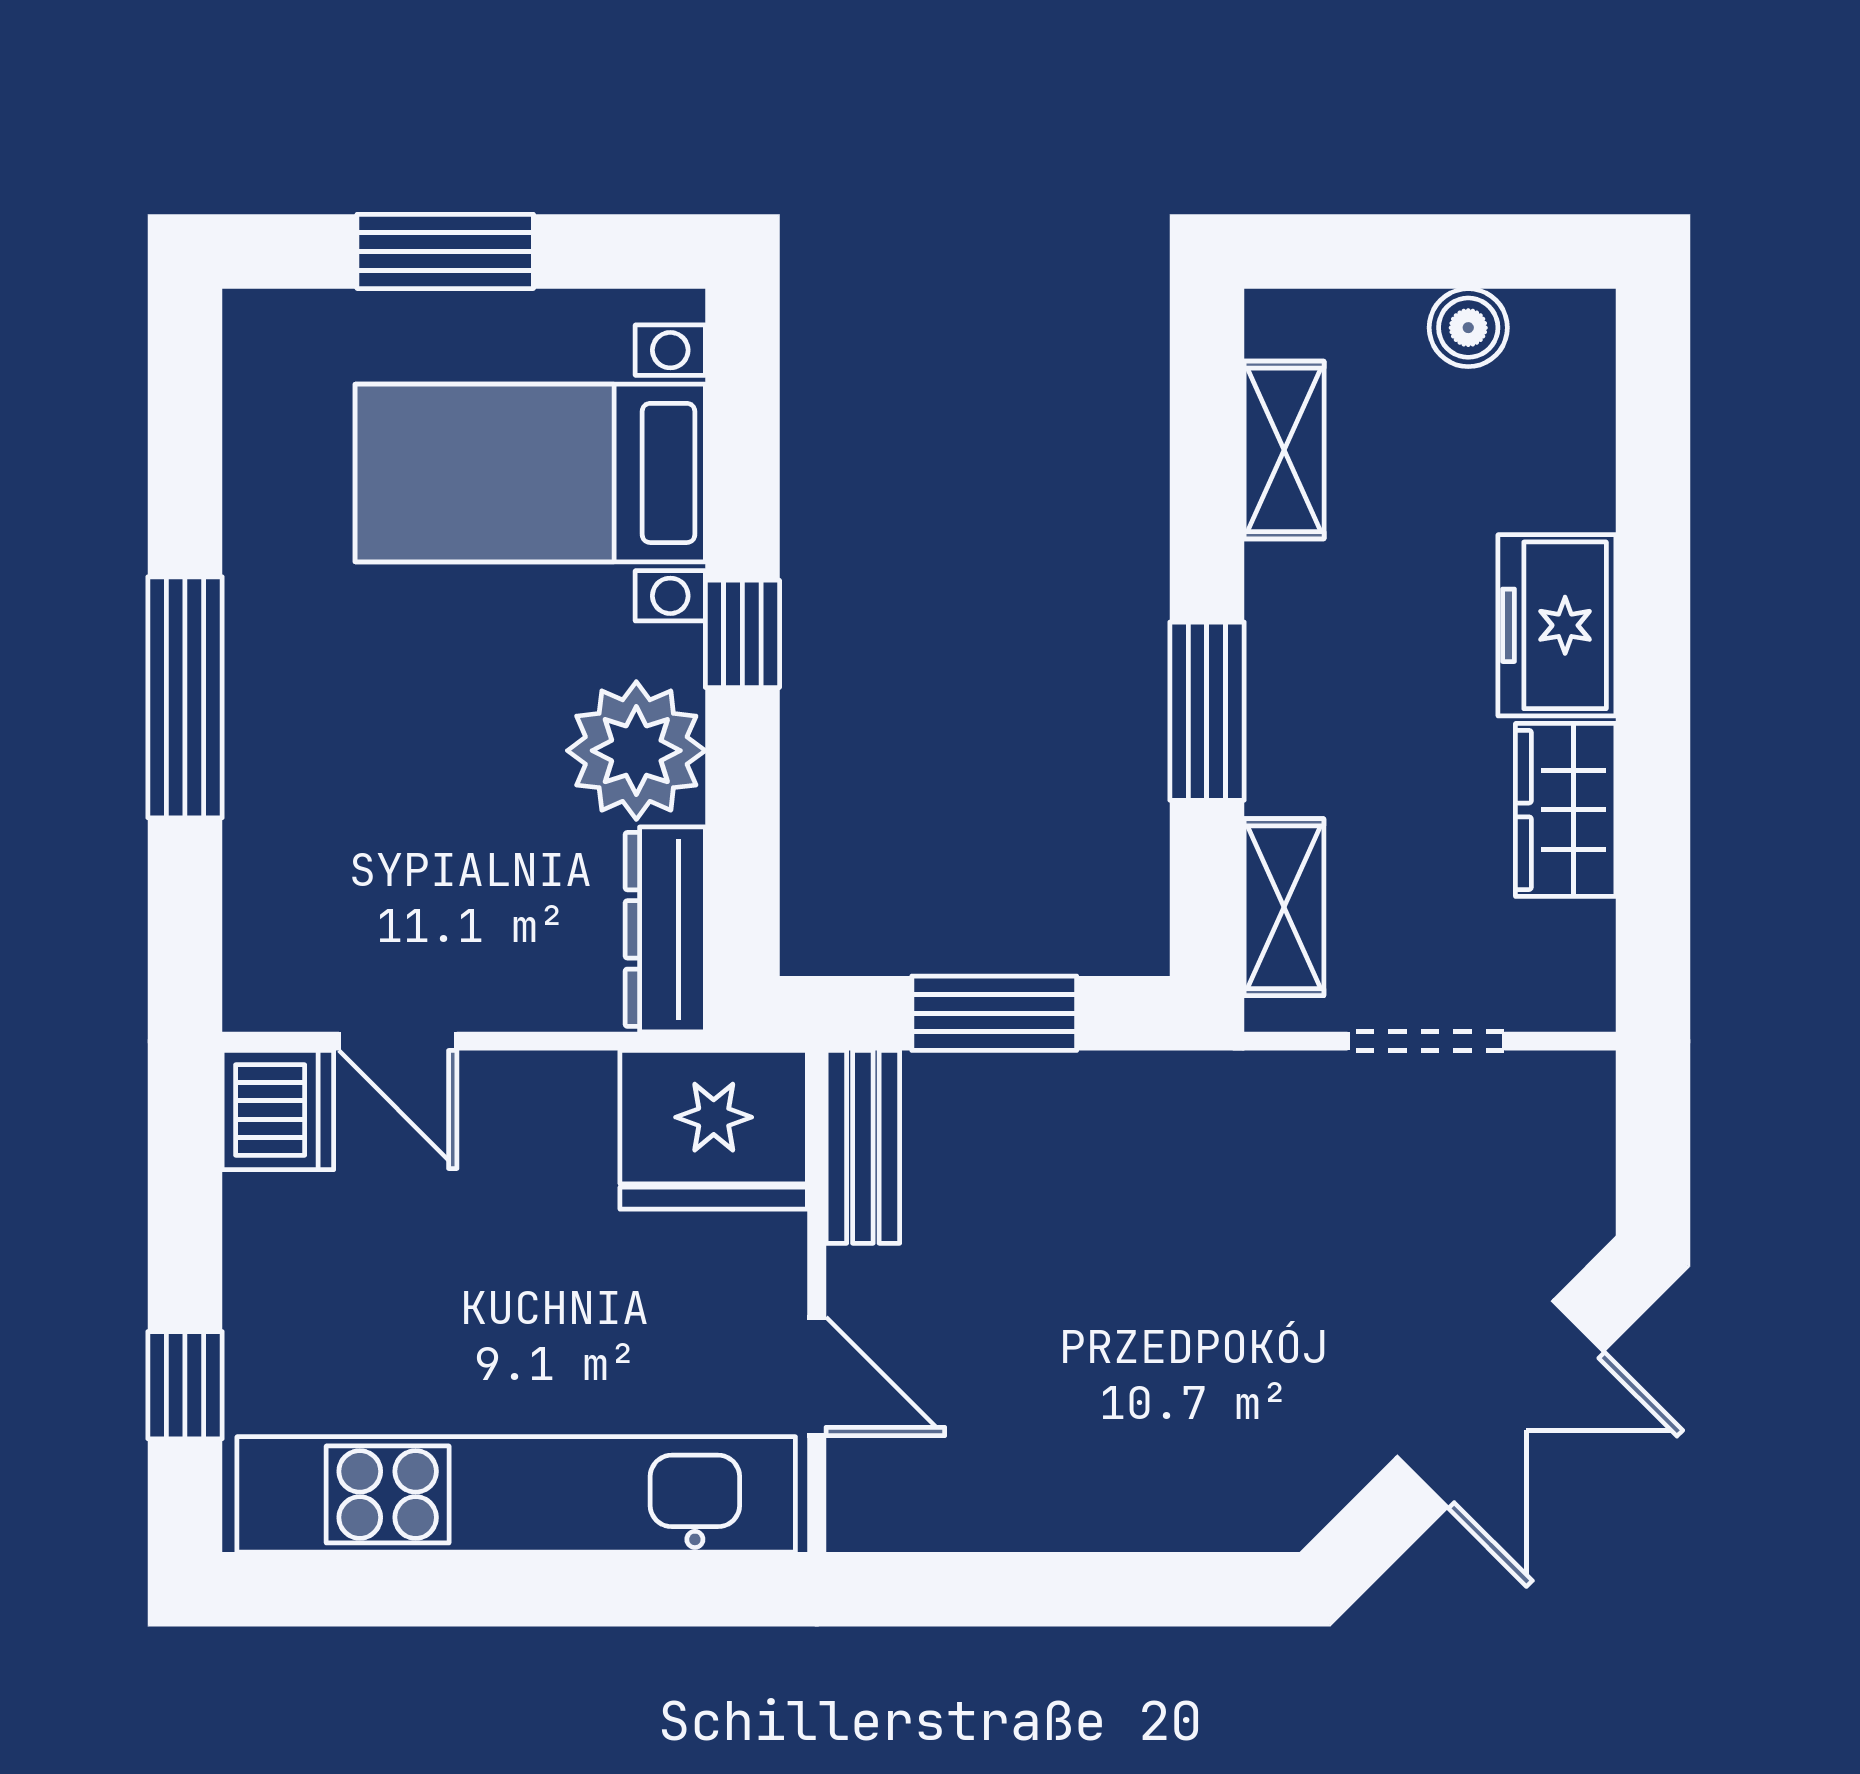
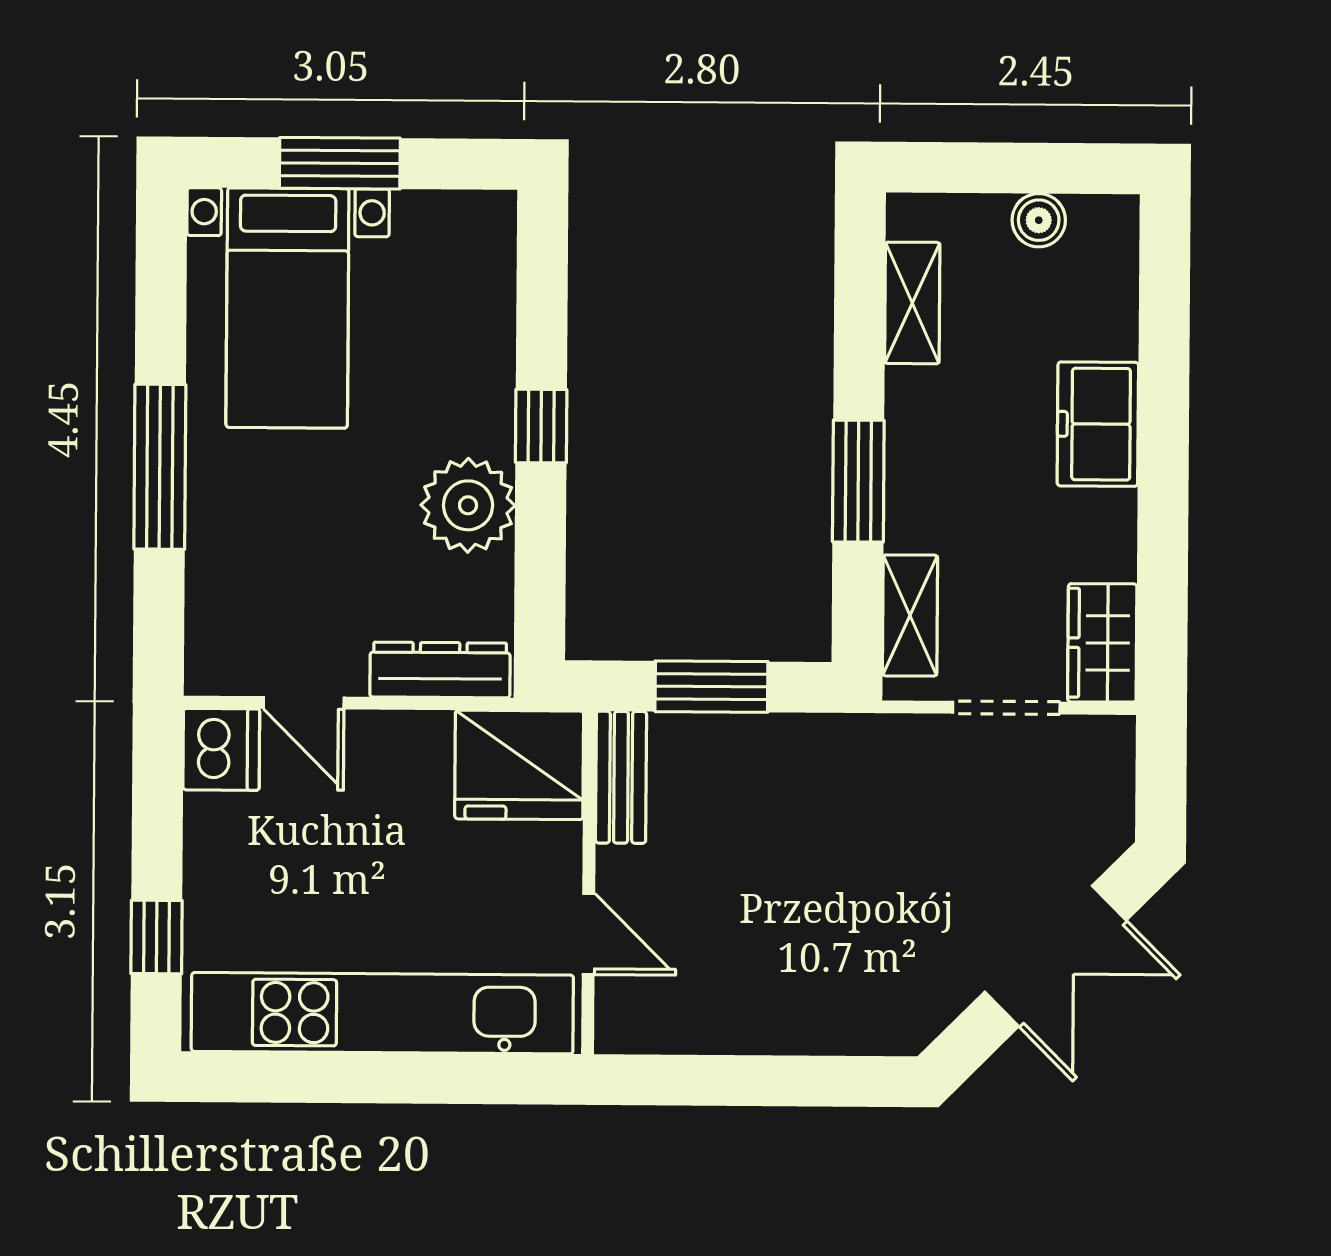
bed with nightstands: (530, 473) -> (287, 308), moved, turned -90
wardrobe: (1566, 810) -> (1102, 643), moved
dresser: (665, 929) -> (440, 670), moved, turned 90

